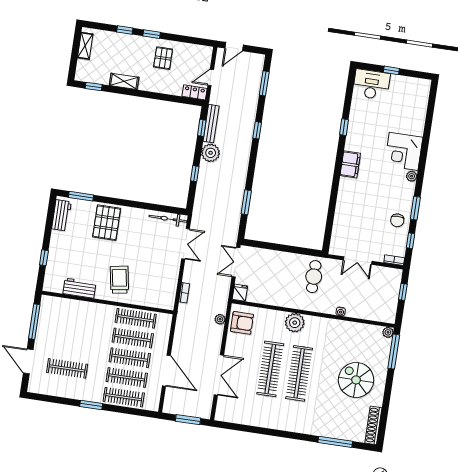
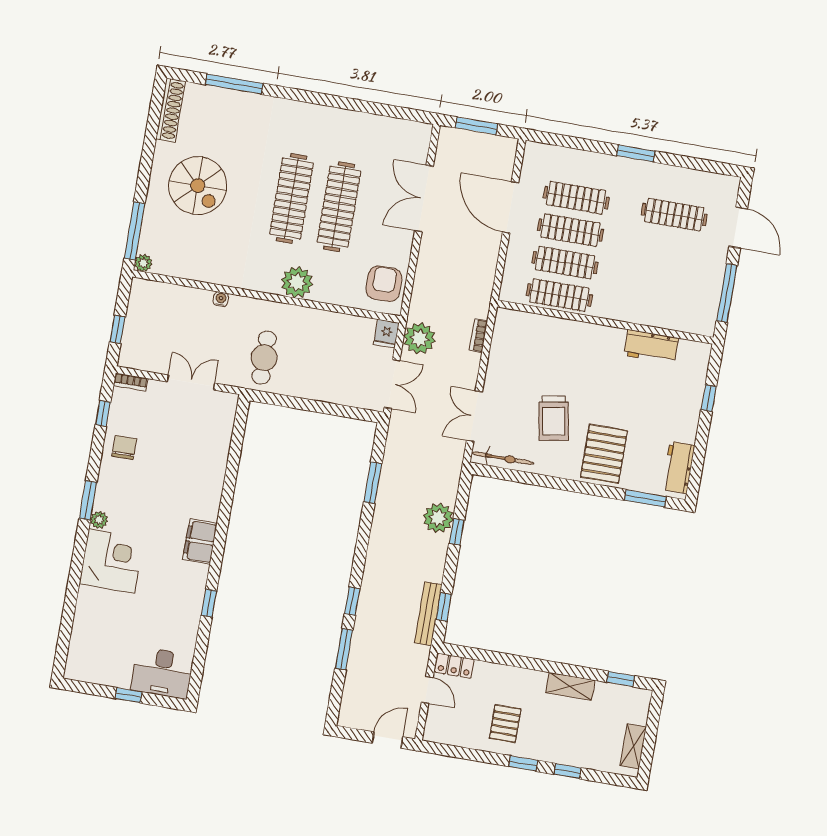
door: (211, 77) -> (427, 690), hinge flipped
window: (264, 83) -> (344, 649), moved
plant: (211, 153) -> (438, 518), moved
window: (415, 208) -> (88, 500), moved
trolley: (119, 280) -> (554, 418), moved
plant: (220, 319) -> (419, 338), moved, width x1.88, depth x1.88
armchair: (242, 323) -> (384, 284), turned 90
clothes rail: (124, 397) -> (582, 165), removed

